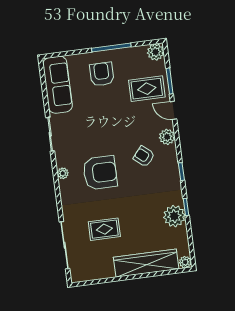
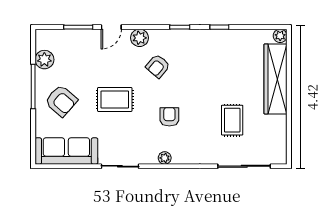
plant: (156, 52) -> (44, 60), moved
armchair: (102, 74) -> (61, 101), turned -139
rug: (147, 89) -> (115, 99), moved, turned 90
armchair: (100, 173) -> (169, 117), width x0.53, depth x0.53
plant: (174, 216) -> (228, 41), removed

